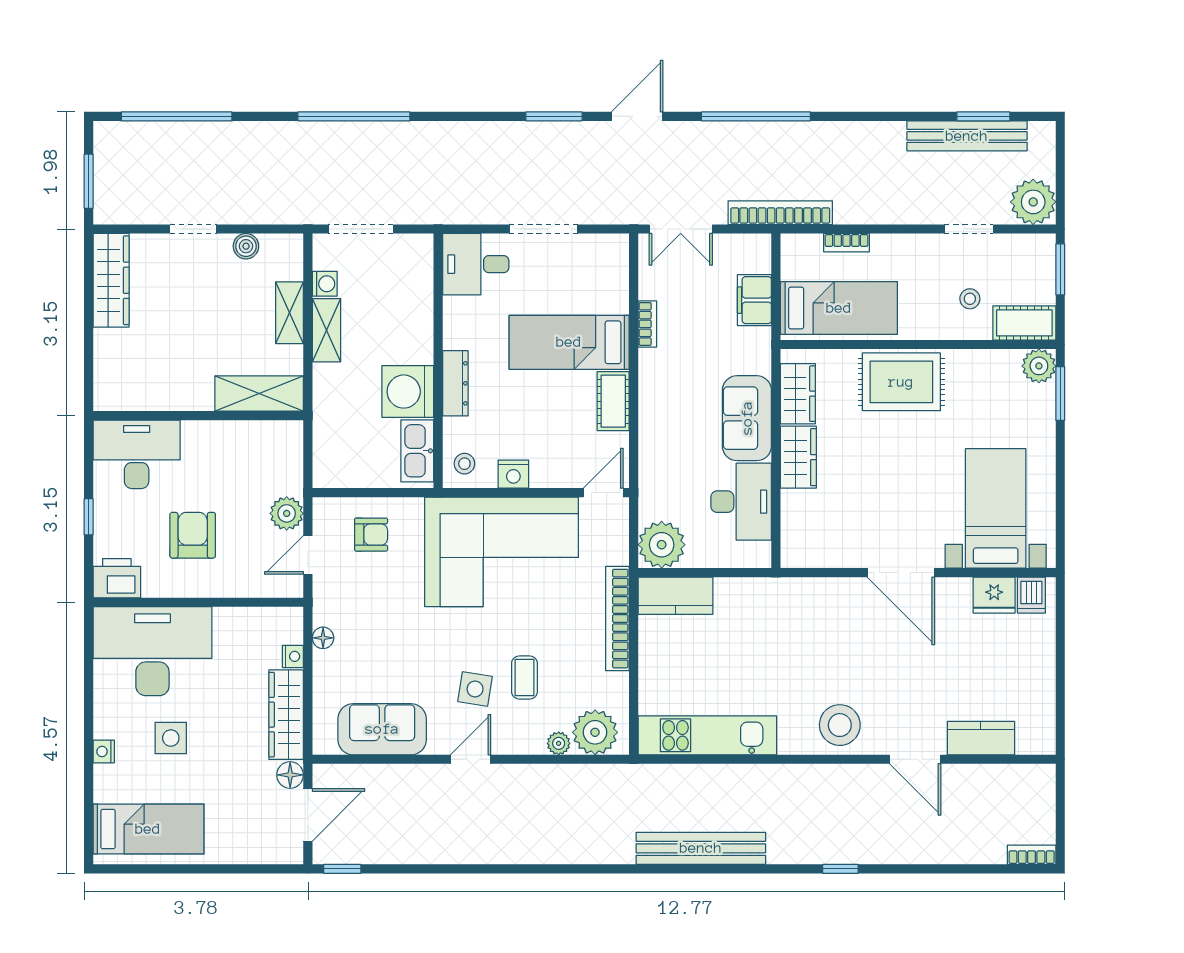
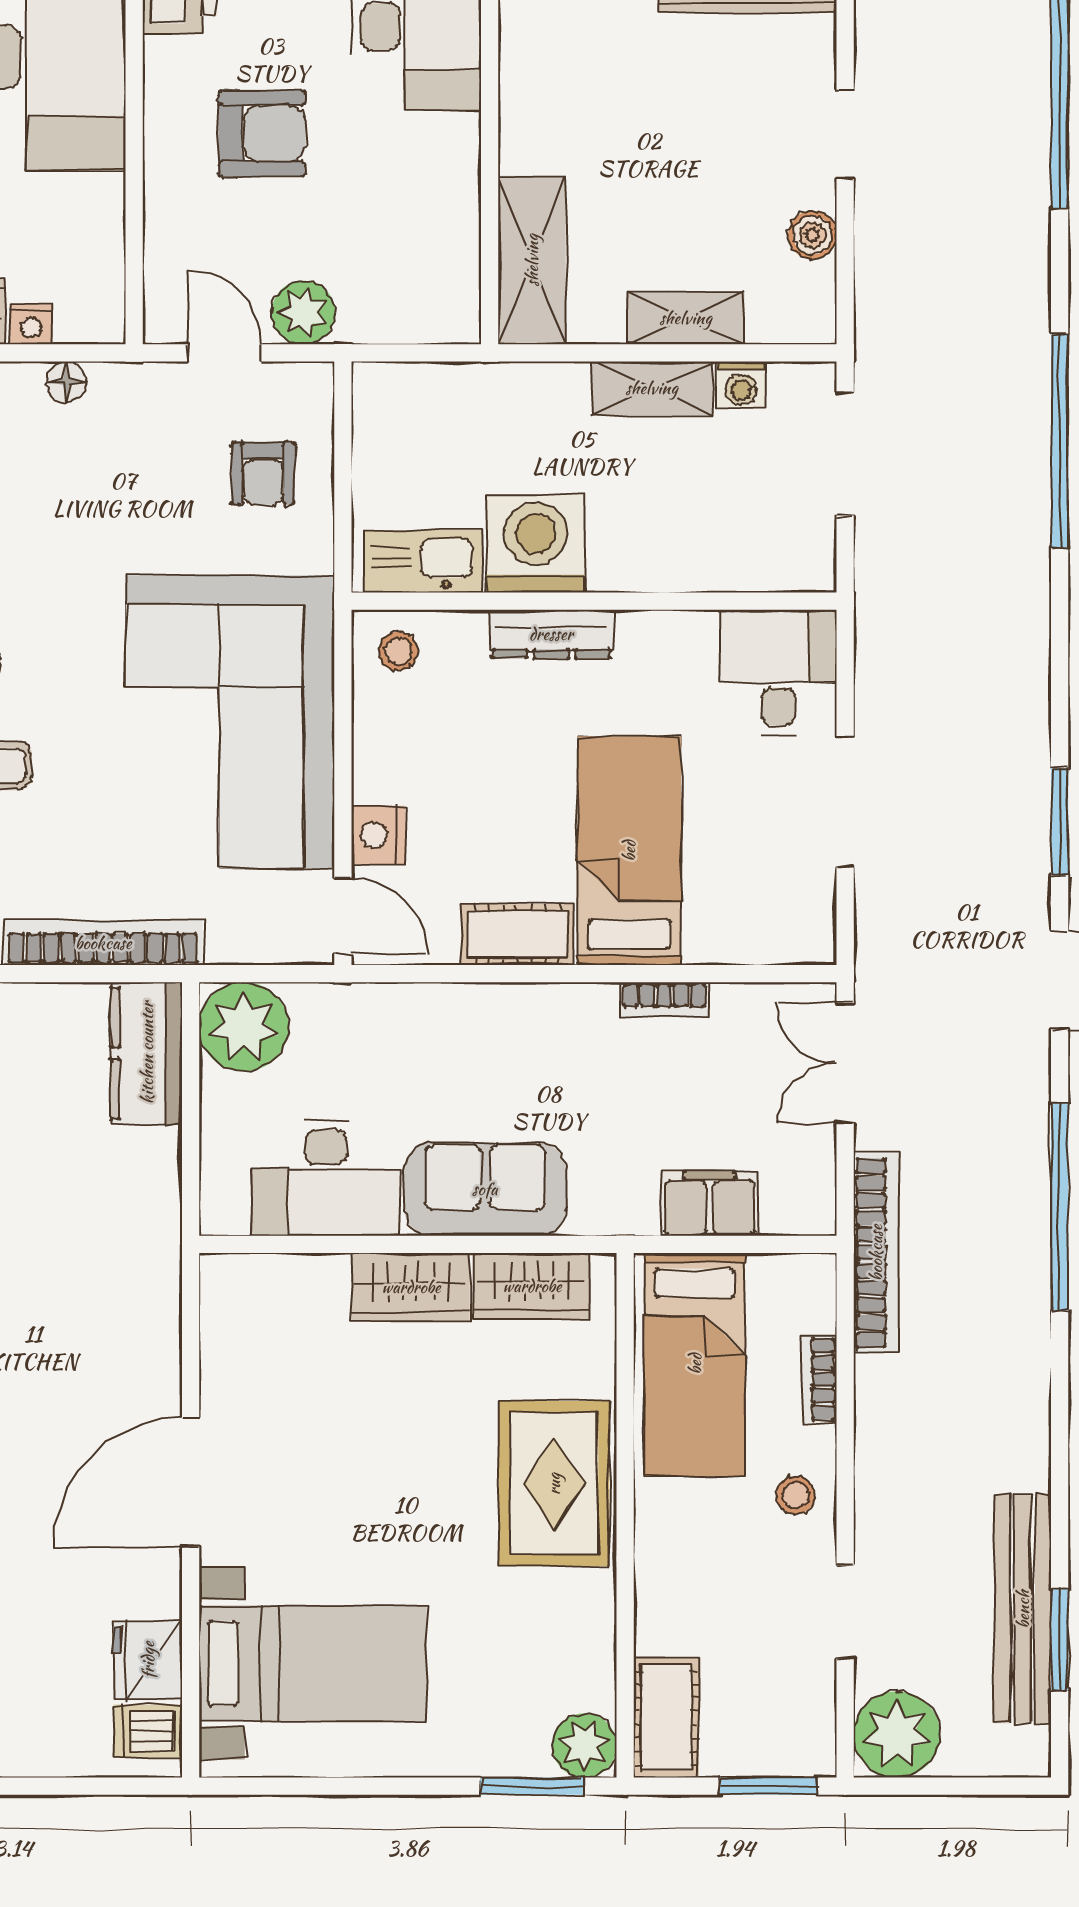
stool: (970, 299) -> (796, 1495), moved
nightstand: (513, 474) -> (378, 835), moved

